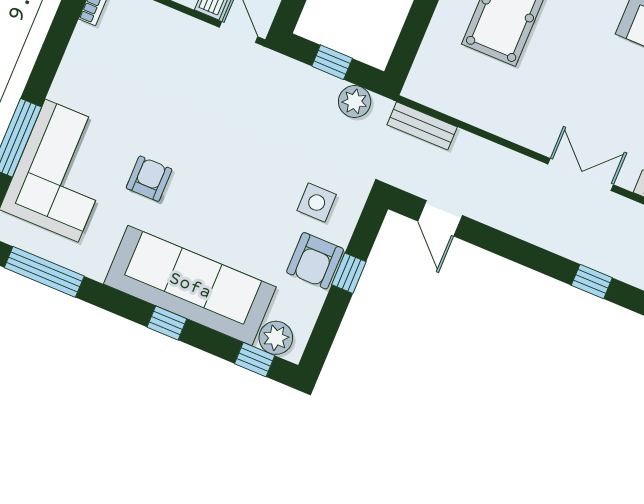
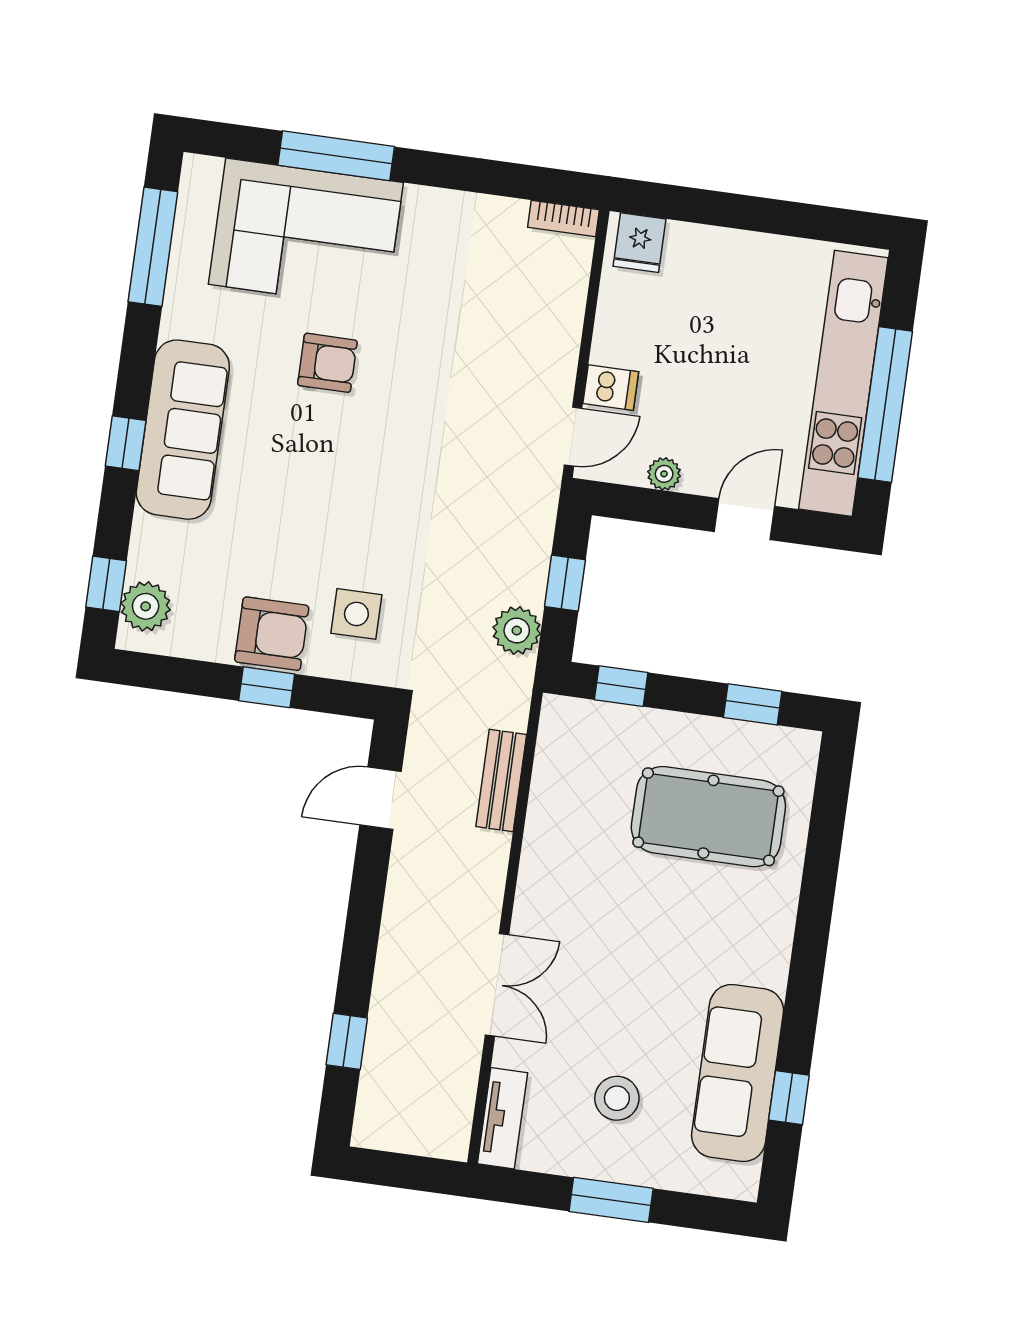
window: (408, 43) -> (621, 686), added
bench: (422, 126) -> (501, 780), moved
armchair: (315, 261) -> (272, 634), turned 180
sofa: (190, 286) -> (183, 430), width x0.74, depth x0.79

